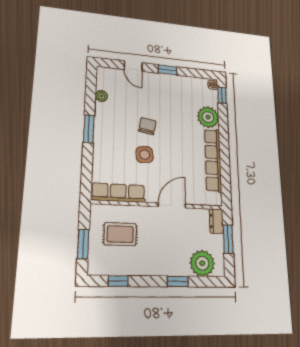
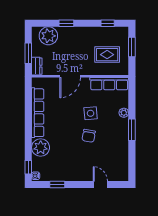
window: (167, 70) -> (57, 185), moved
plant: (102, 96) -> (124, 113), moved

